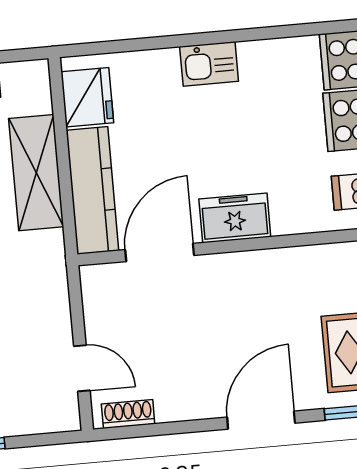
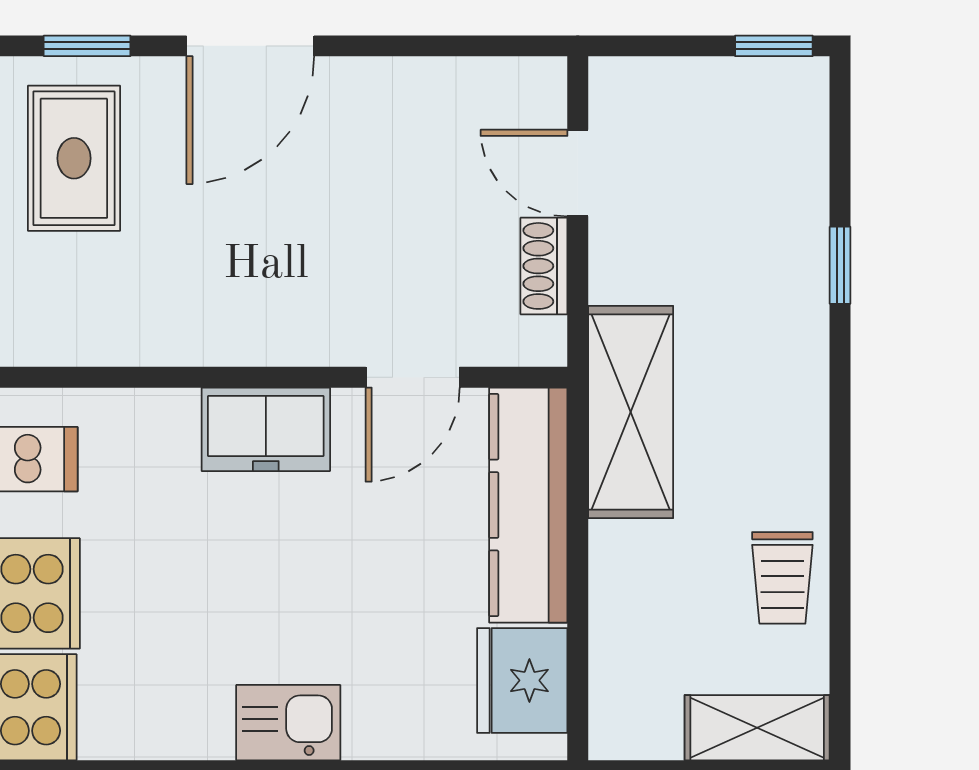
shelving: (36, 173) -> (631, 412), moved
door: (160, 252) -> (413, 377), width x0.73
shoe rack: (128, 414) -> (544, 266), moved, turned 90

